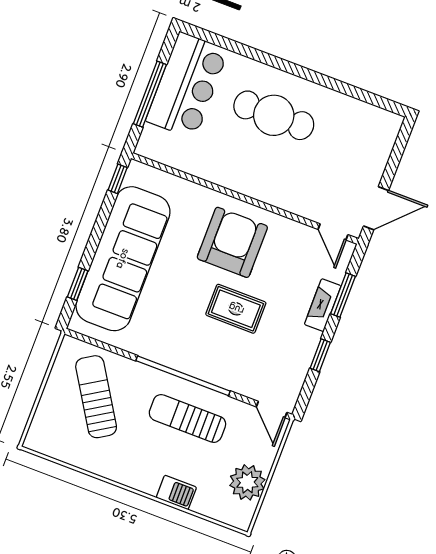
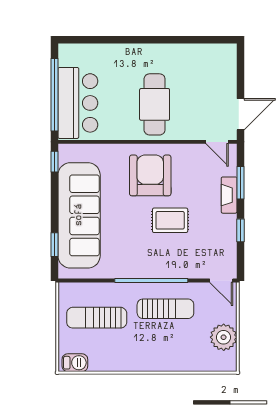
bar counter: (187, 85) -> (78, 103), moved
window: (150, 94) -> (54, 95), width x1.46
cafe table: (274, 115) -> (155, 104), moved, turned 90
sun lounger: (96, 397) -> (97, 318), turned -58
sun lounger: (187, 418) -> (165, 309), turned 180
barbecue: (176, 492) -> (75, 363), moved

